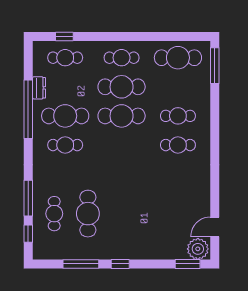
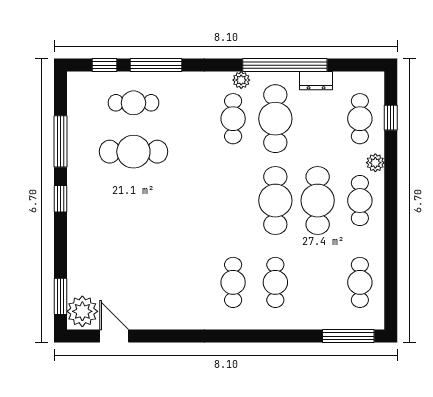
plant: (96, 47) -> (375, 163), added
cafe table: (178, 58) -> (360, 282), width x0.73, depth x0.74
plant: (39, 139) -> (241, 80), added

